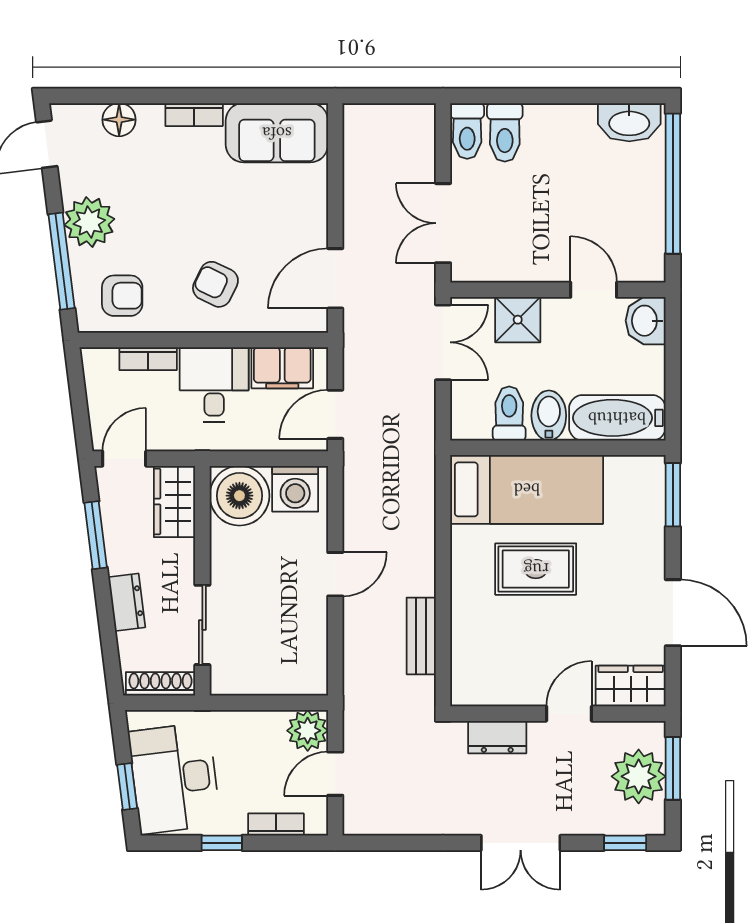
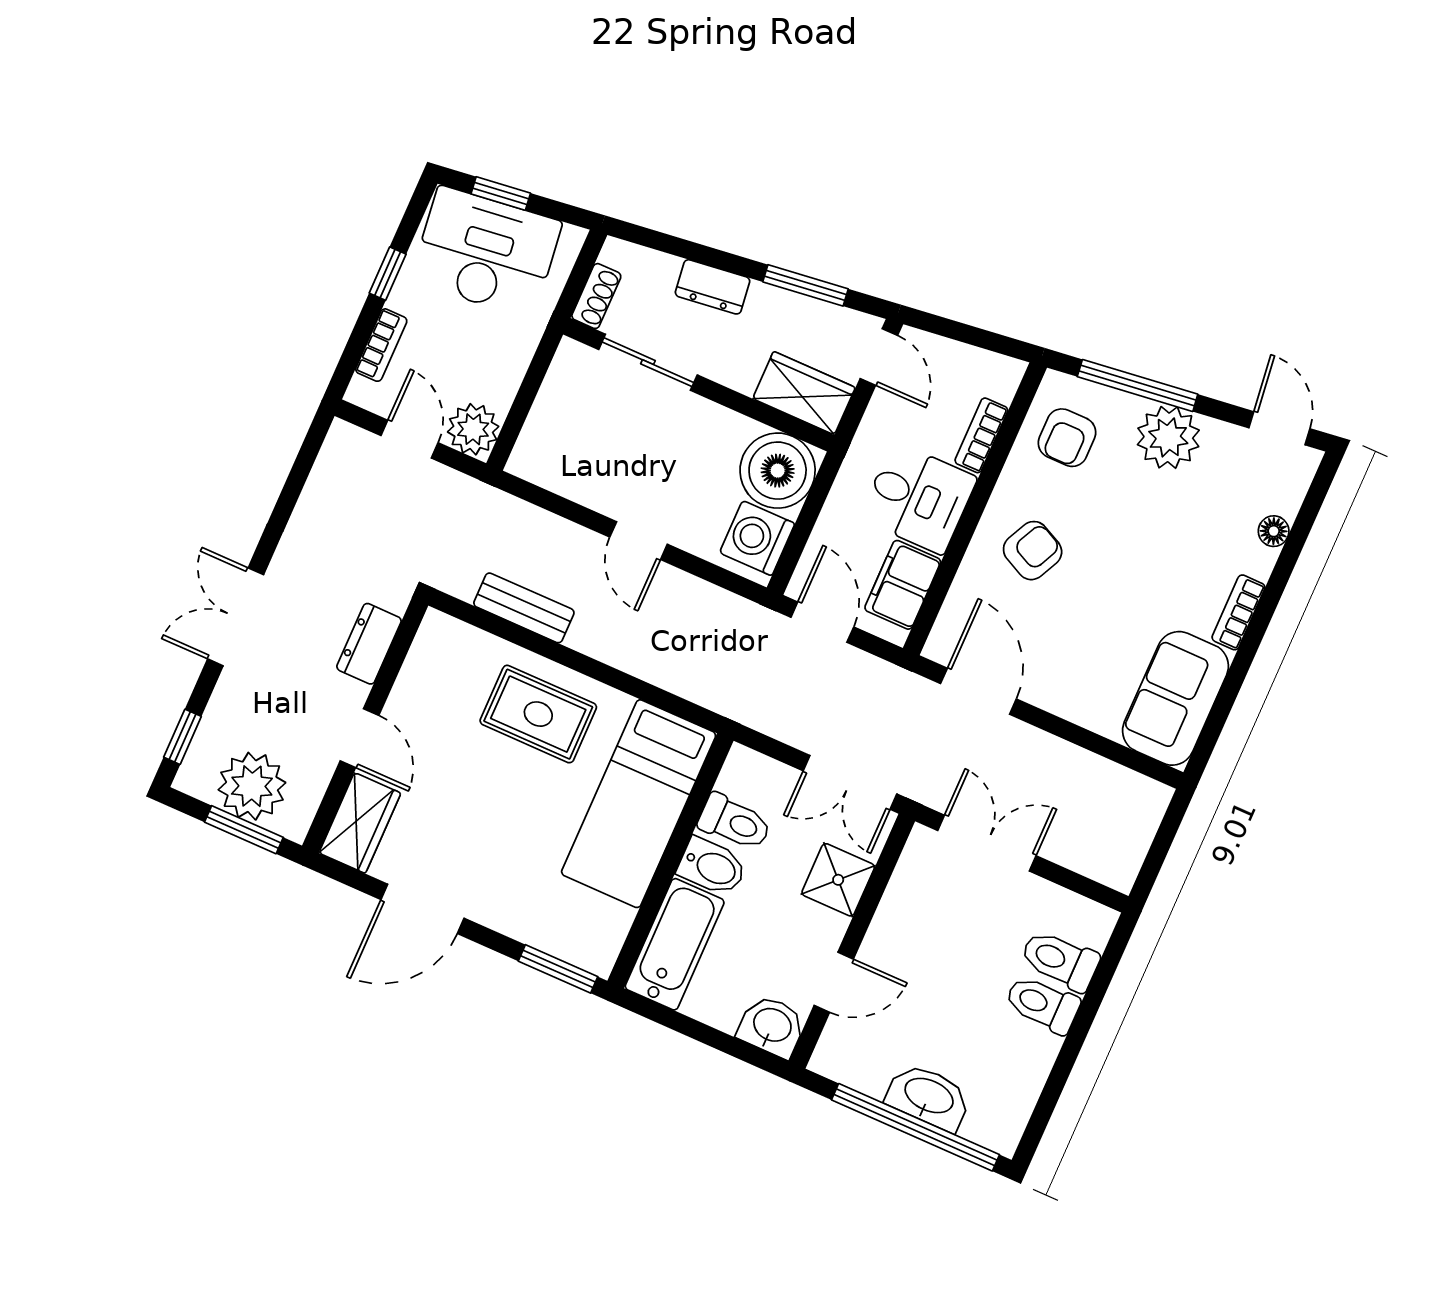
floor lamp: (119, 120) -> (1274, 531), width x0.73, depth x0.73
washbasin: (629, 122) -> (928, 1097), moved, turned 90
toilet: (467, 131) -> (1042, 1004), moved
rug: (536, 569) -> (538, 714), moved, turned 90
shoe rack: (160, 684) -> (596, 296), width x0.70

